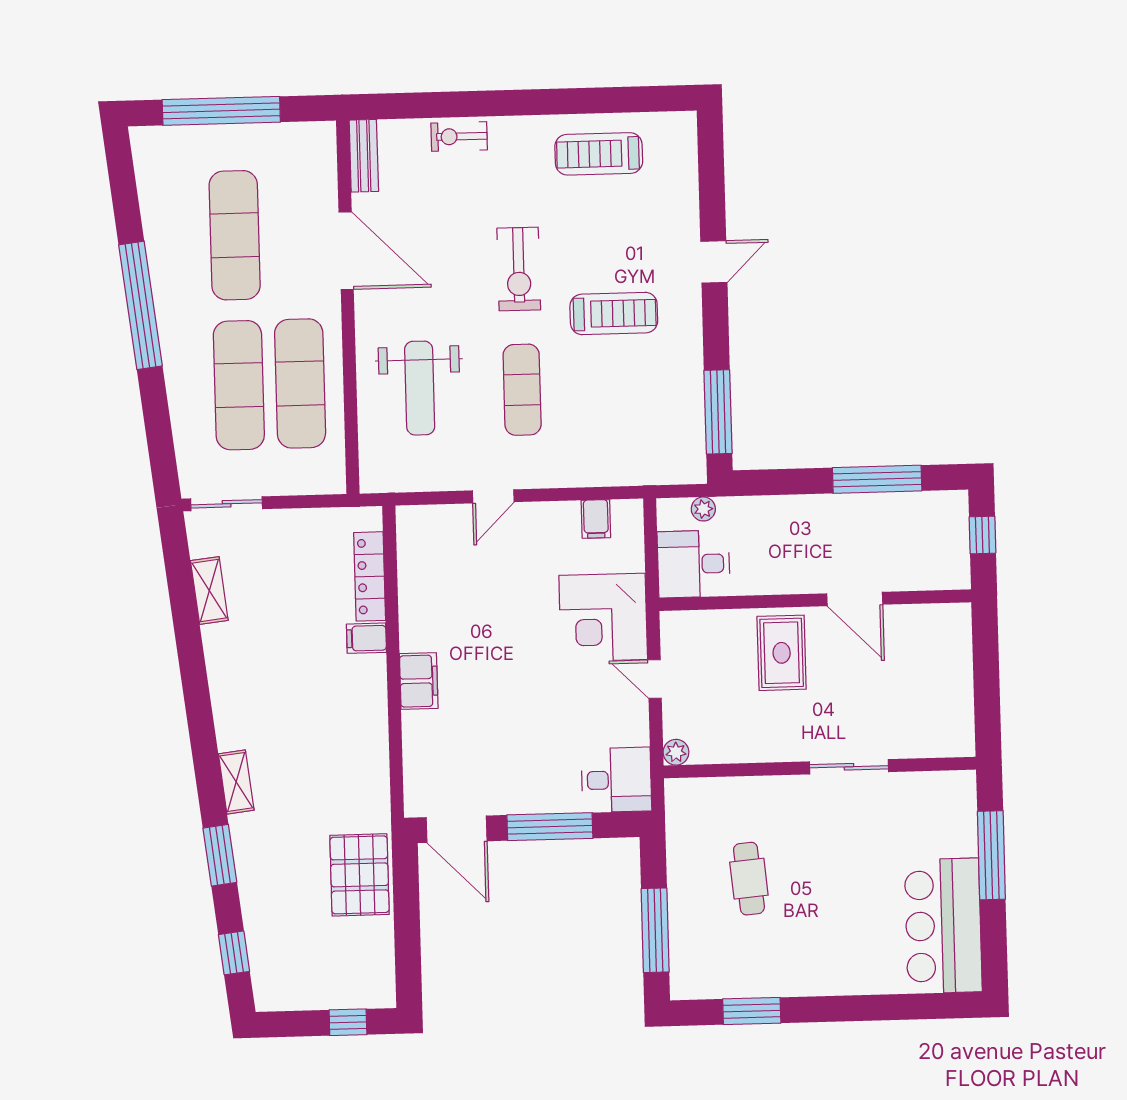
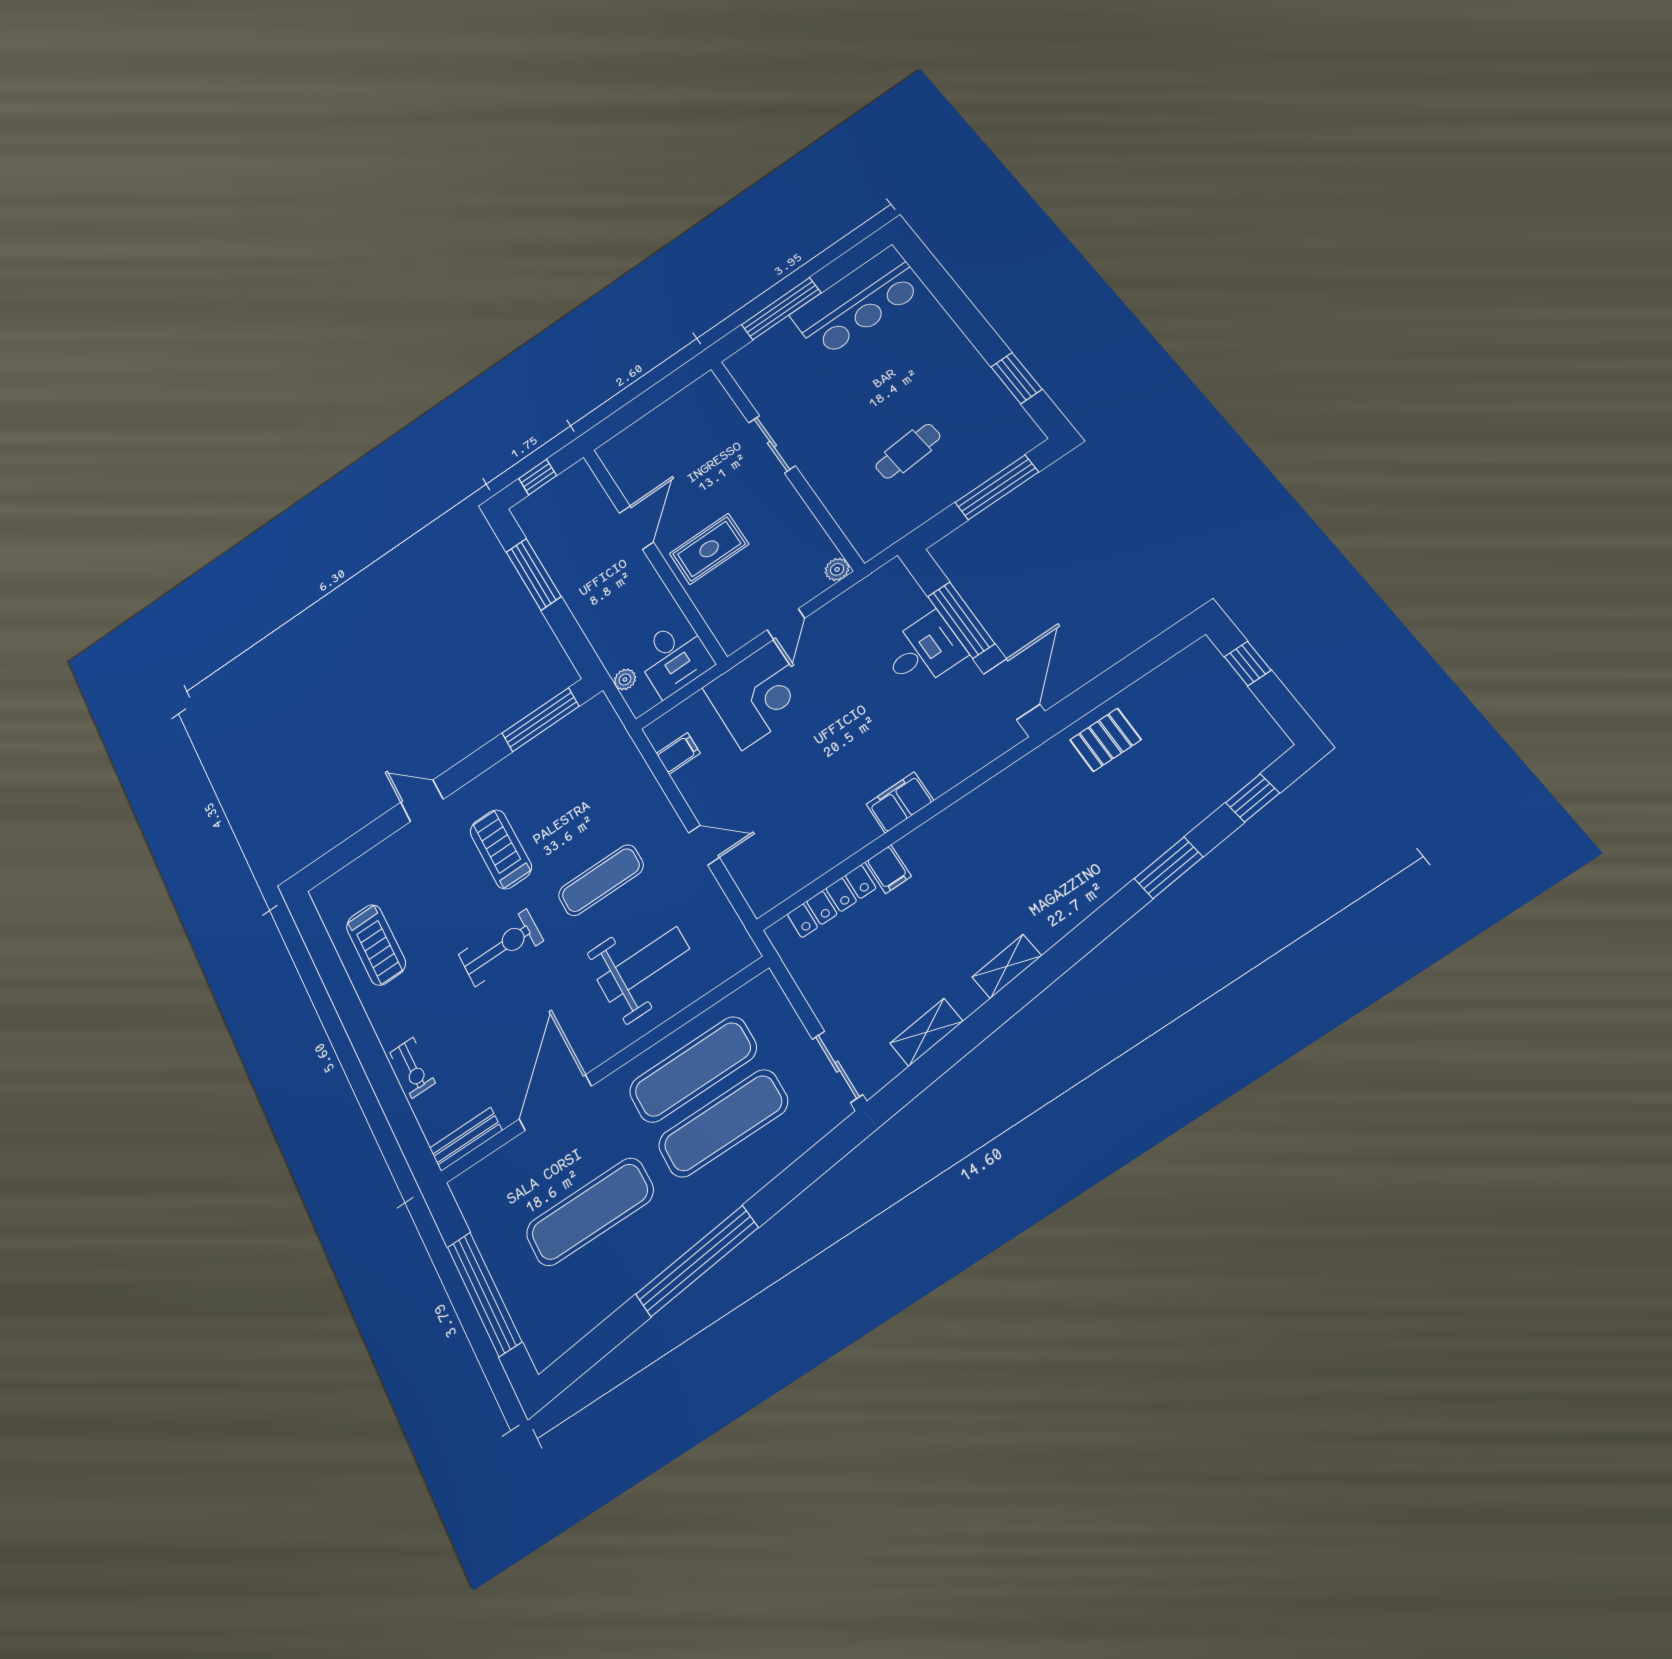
desk: (616, 780) -> (924, 651), moved, turned 90
shelving: (236, 782) -> (1007, 966), moved
pallet: (360, 875) -> (1105, 740), width x0.67, depth x0.71

